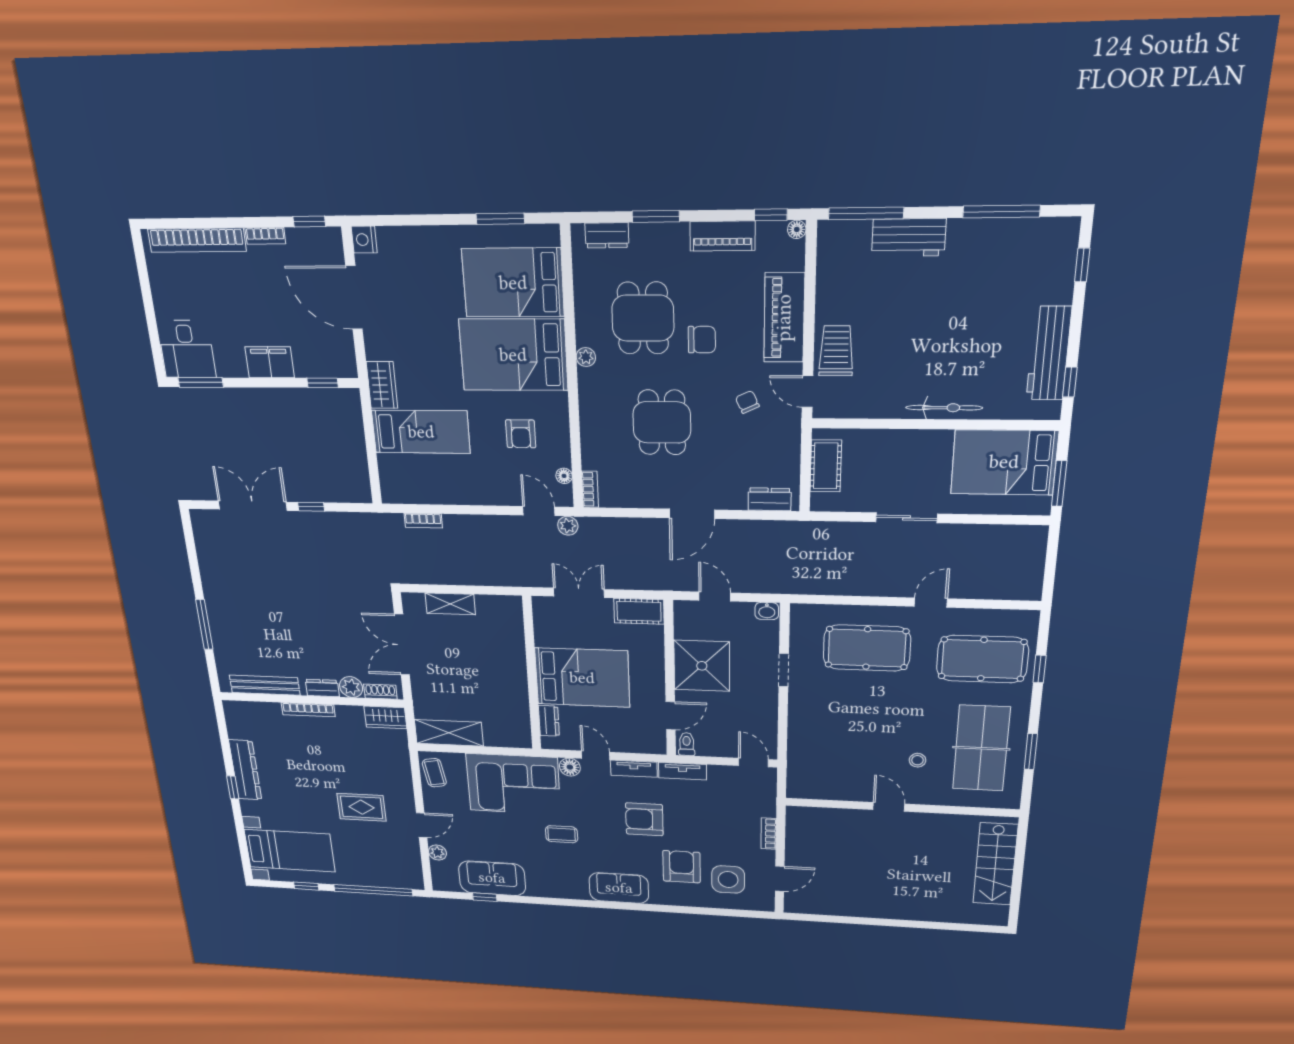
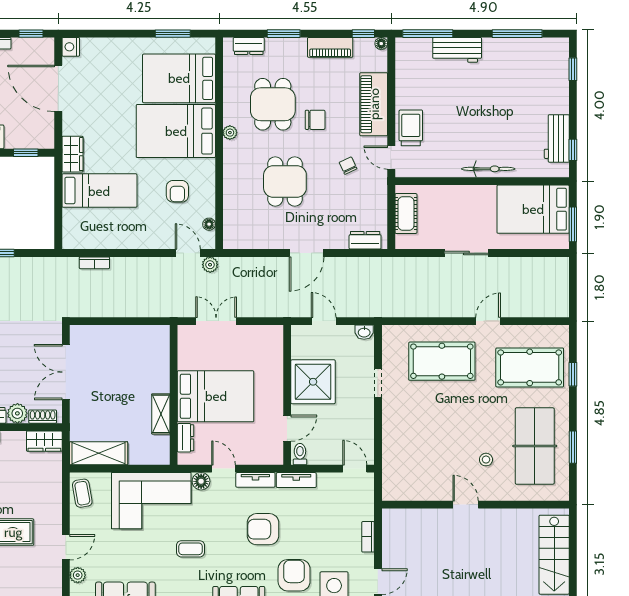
workbench: (1049, 353) -> (557, 138), width x0.73
bookcase: (590, 489) -> (229, 235), removed
shelving: (450, 604) -> (161, 414), moved, turned 90
cot: (639, 611) -> (264, 336), removed

